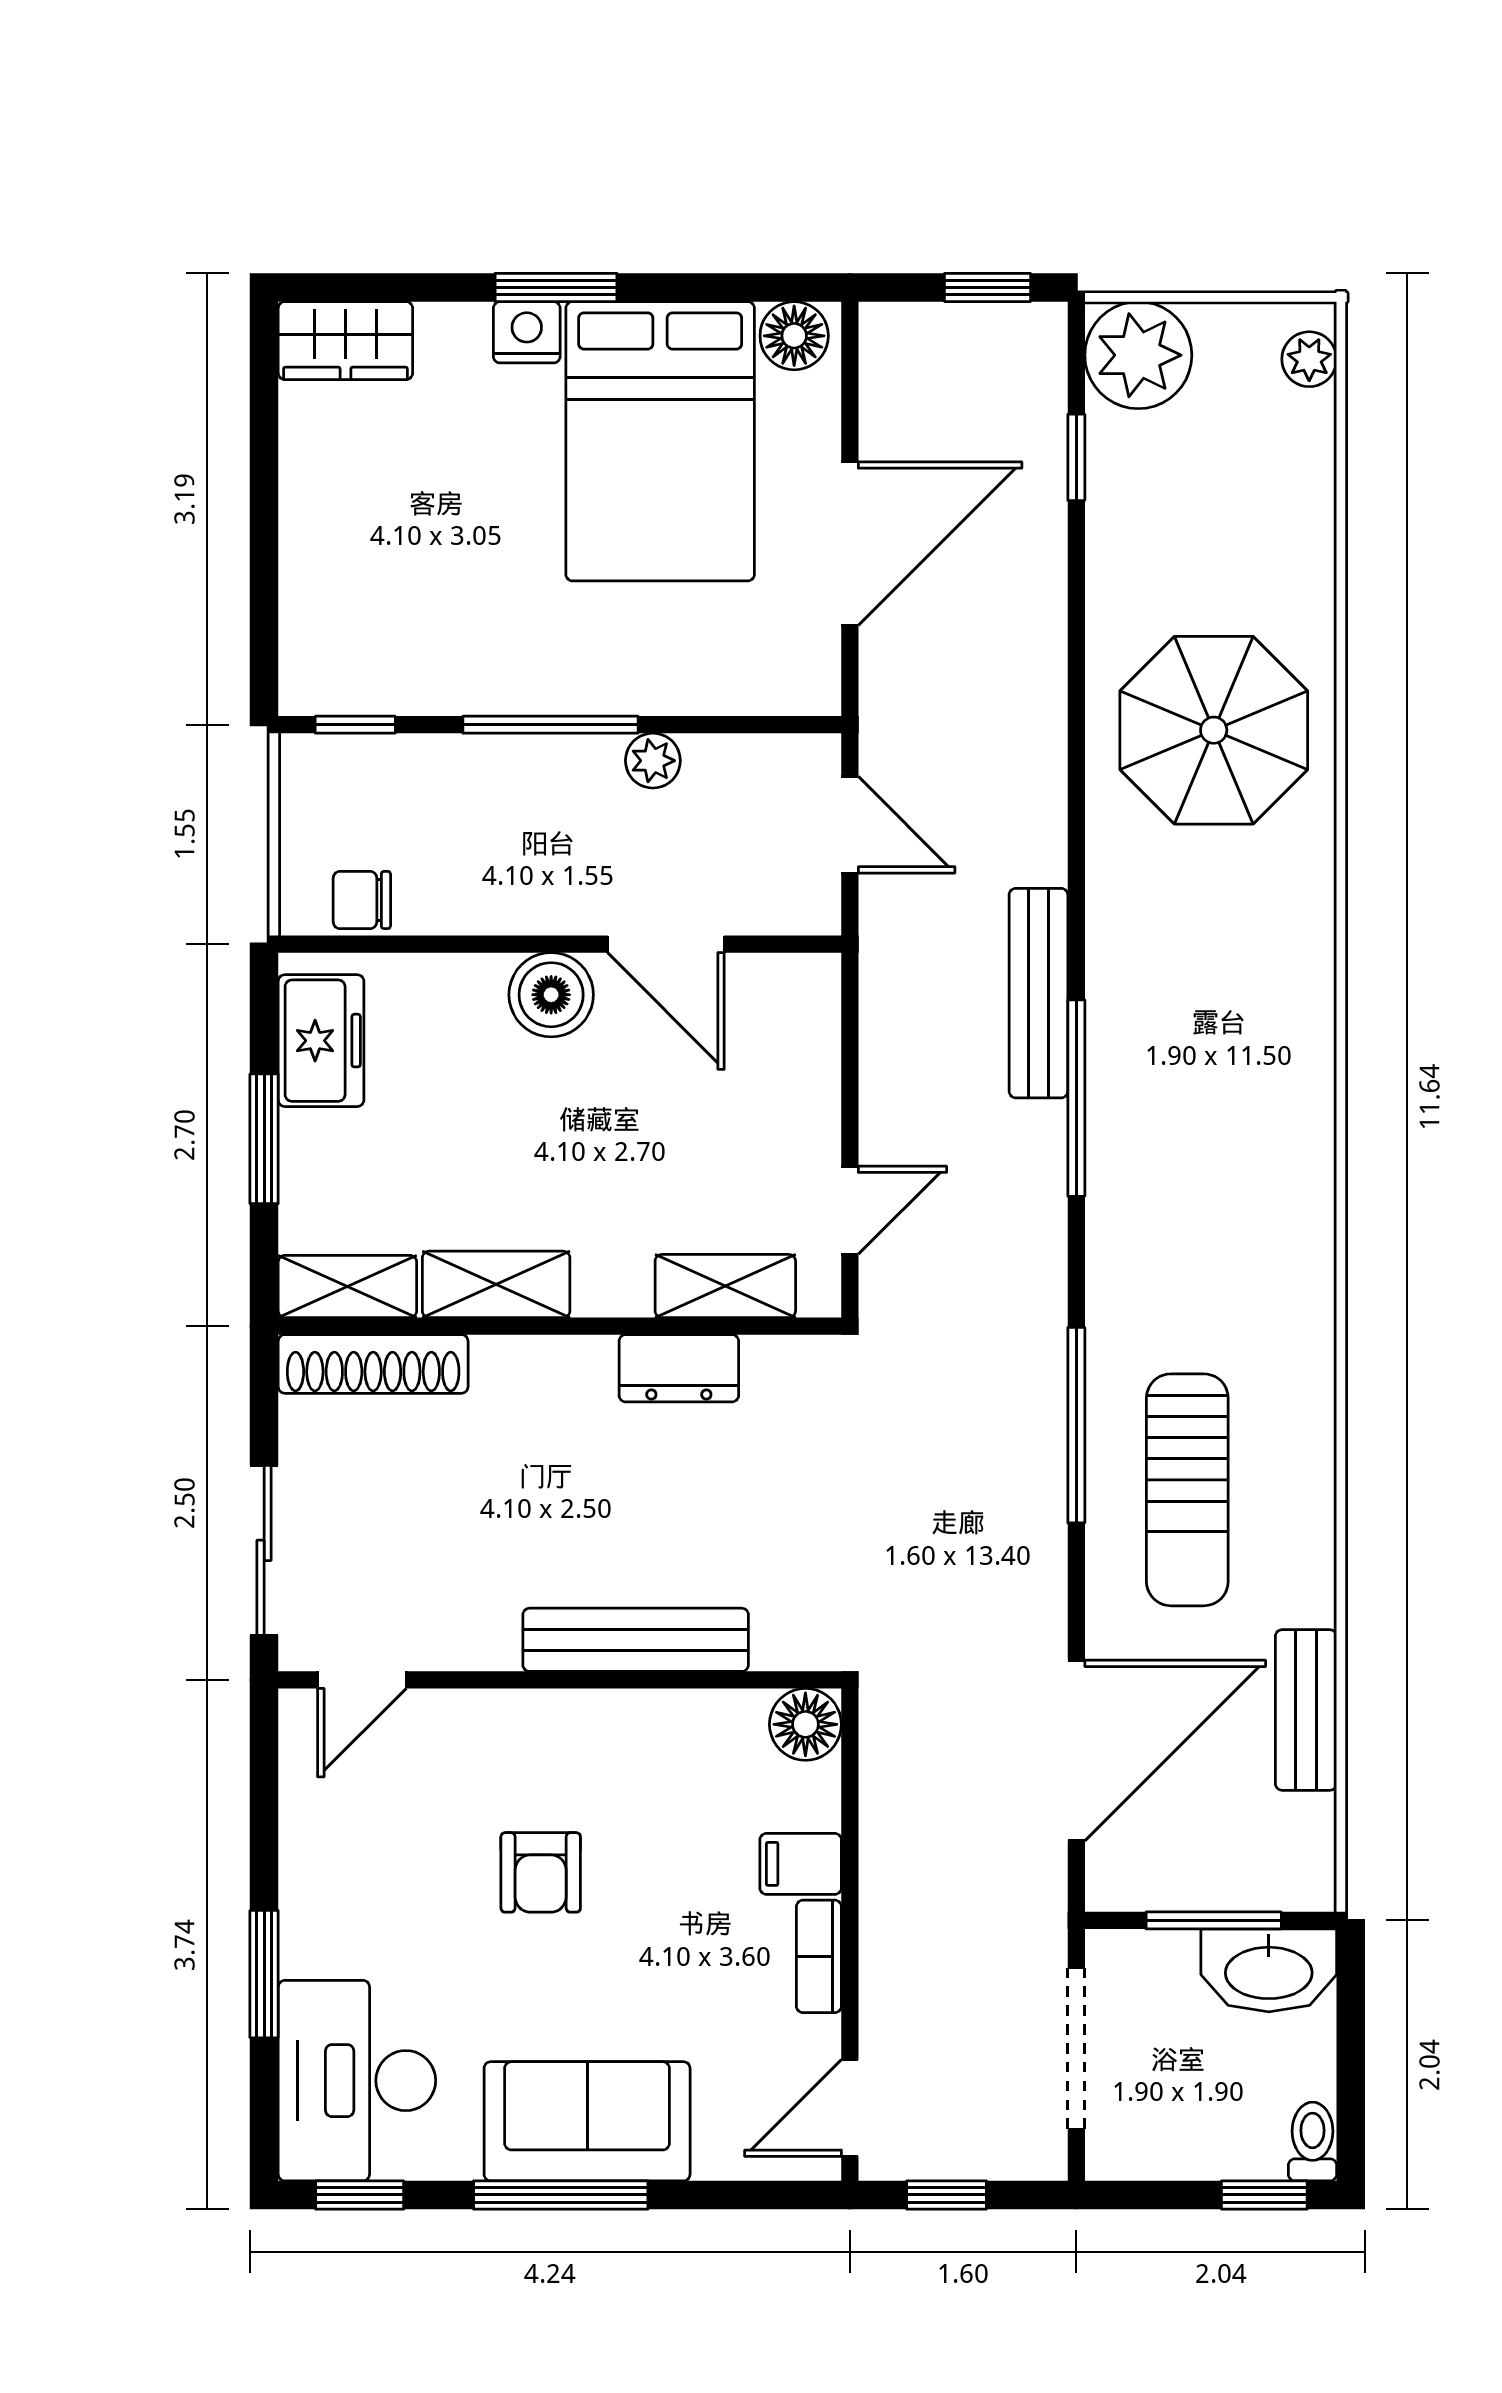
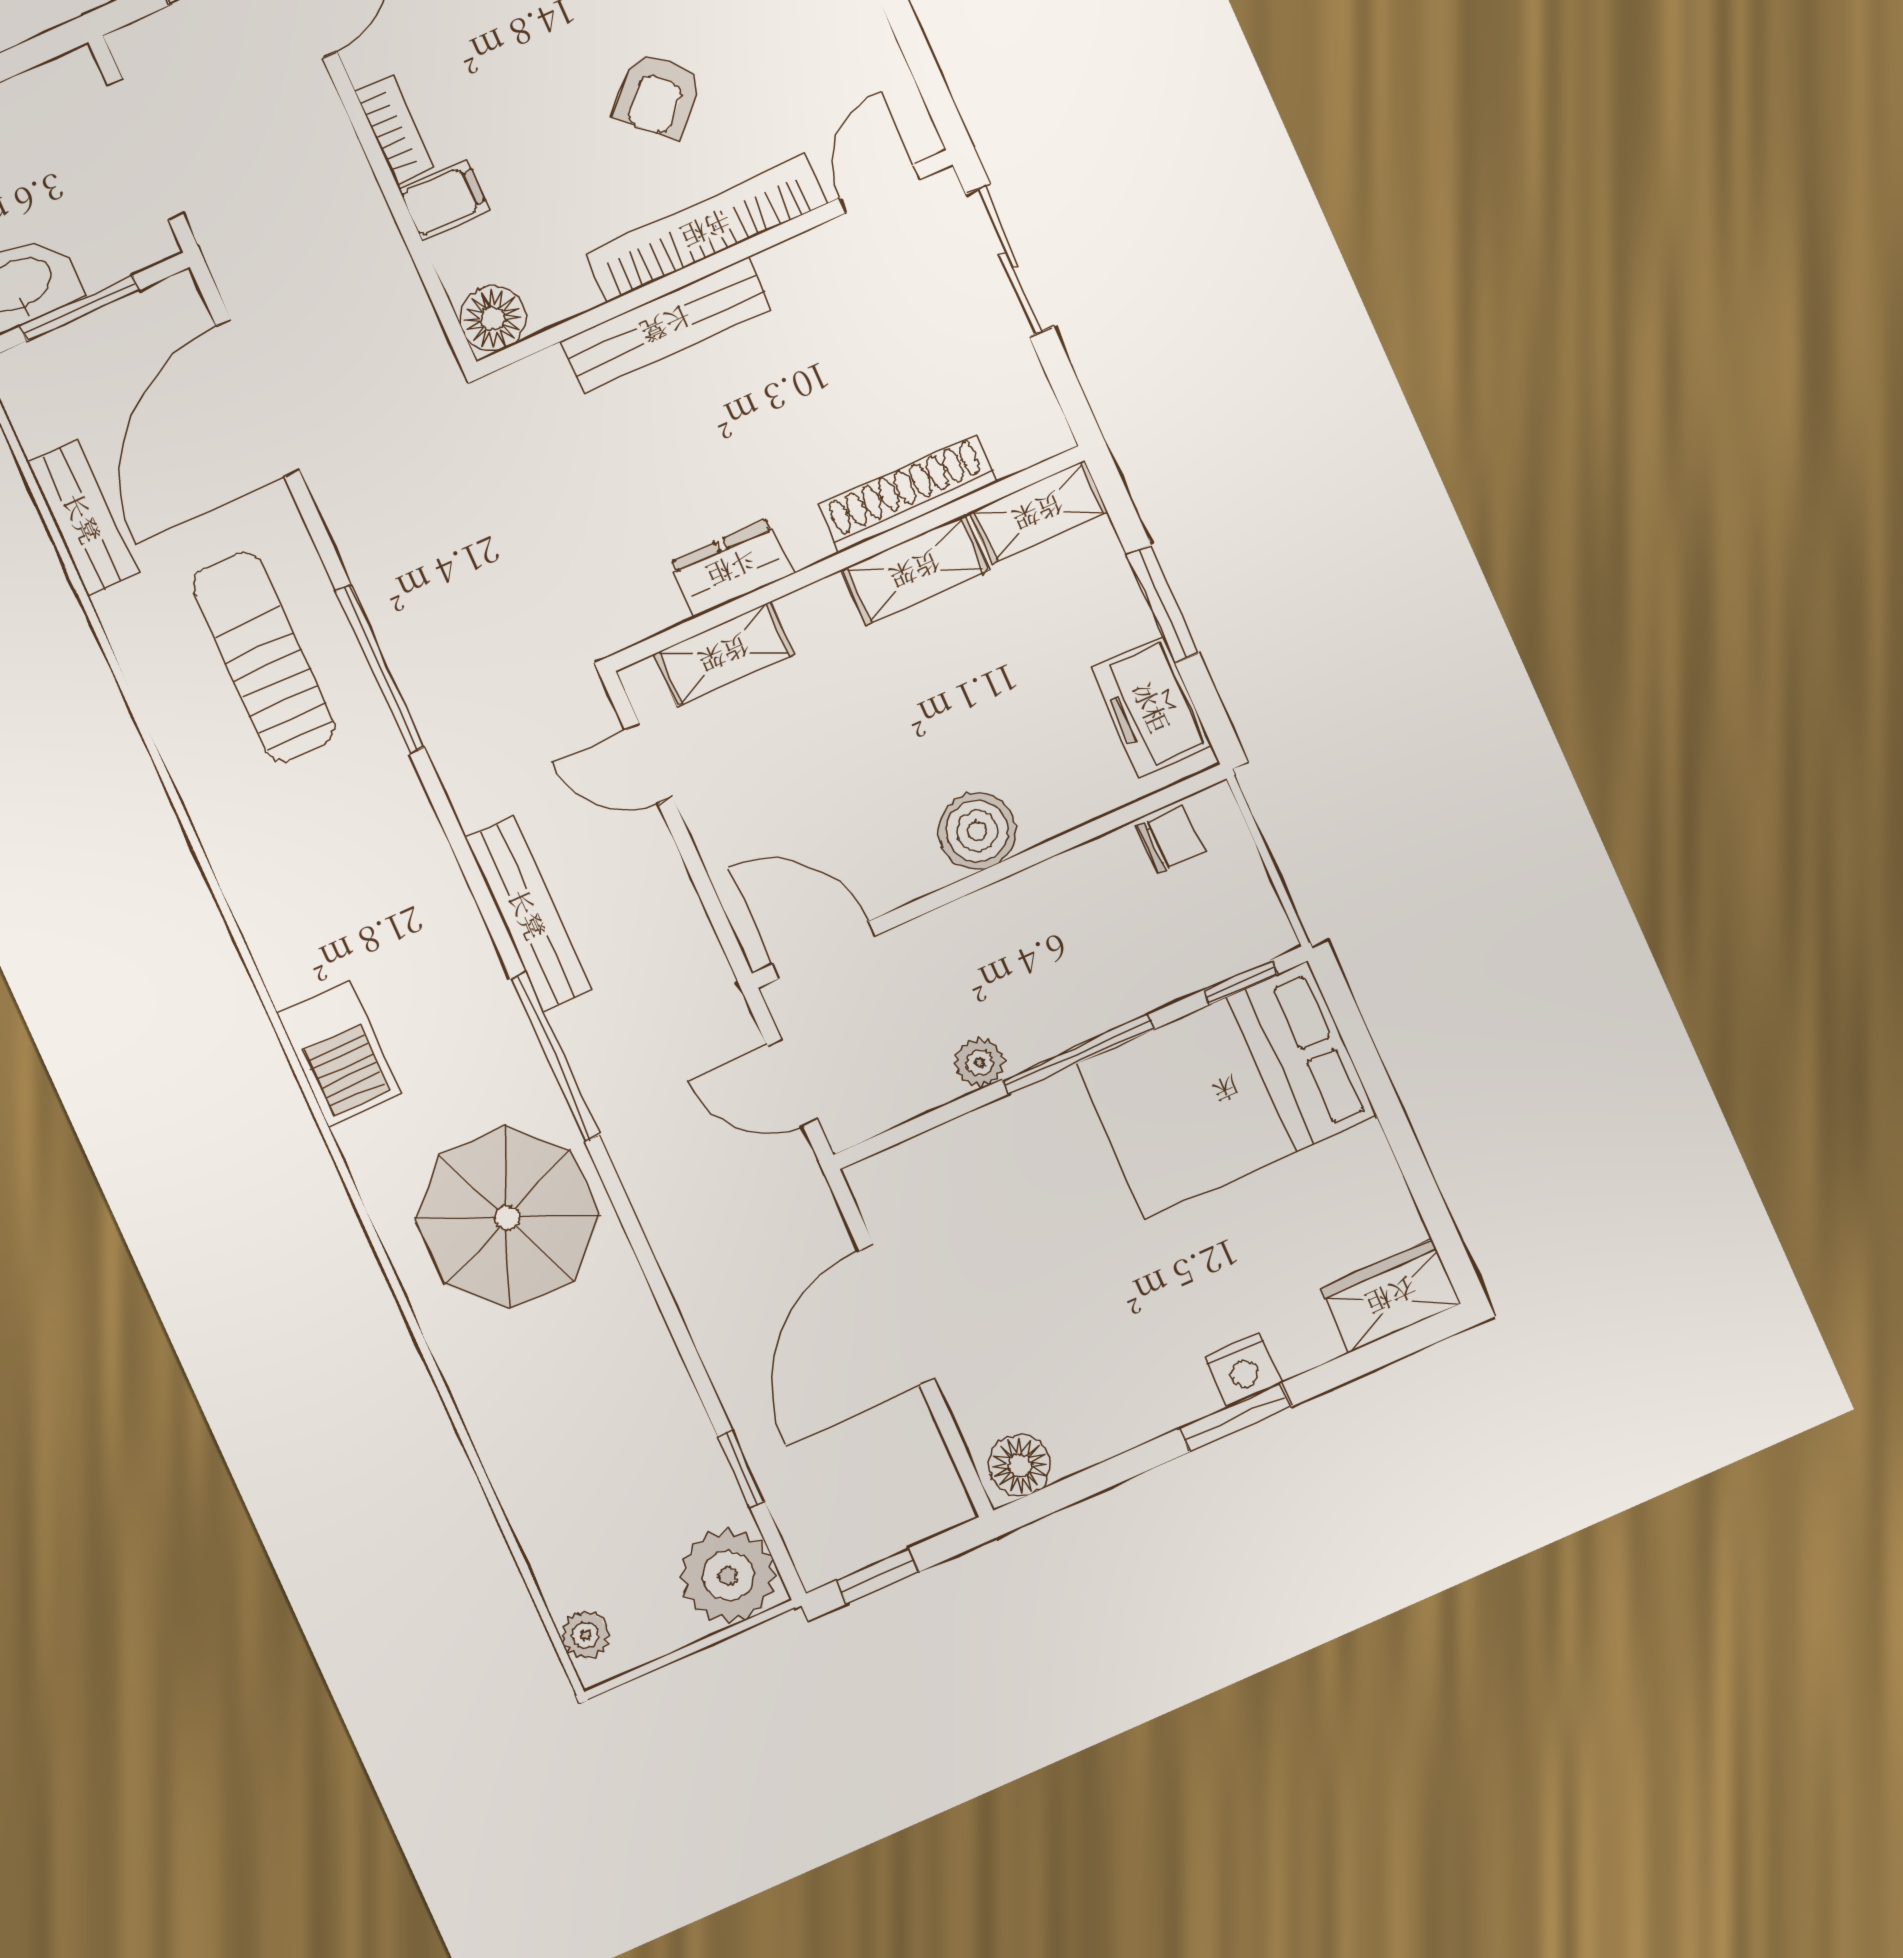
bed: (660, 441) -> (1226, 1090), moved, turned -90
parasol: (1214, 730) -> (507, 1218), moved
door: (666, 944) -> (824, 950), moved
bench: (1038, 993) -> (528, 914), moved
barbecue: (1292, 1058) -> (339, 1054), added
window: (1076, 1098) -> (555, 1057), moved
door: (850, 1210) -> (649, 763), hinge flipped
shoe rack: (373, 1364) -> (907, 493), moved
bookcase: (553, 1718) -> (706, 229), added
armchair: (541, 1872) -> (658, 95), turned -136

